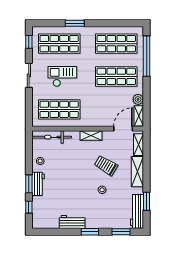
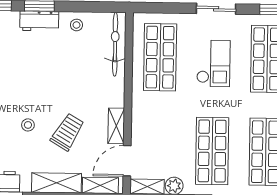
door: (123, 129) -> (127, 161), swing flipped
shelving: (91, 136) -> (116, 126), moved

